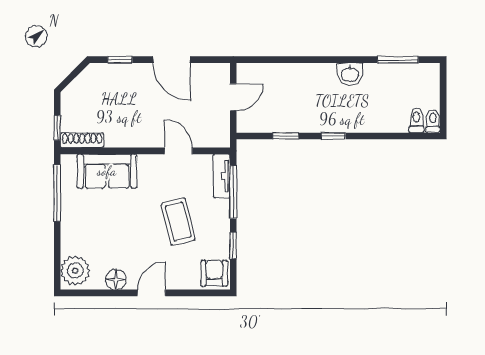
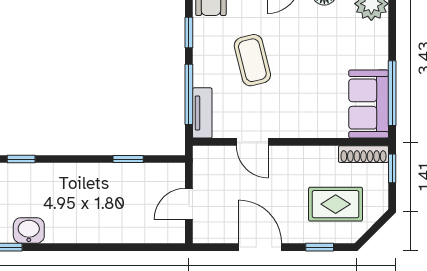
washbasin: (350, 74) -> (29, 230), moved
rug: (106, 97) -> (336, 204), added
window: (333, 136) -> (21, 159), moved
sofa: (107, 171) -> (369, 104), moved, turned -90

